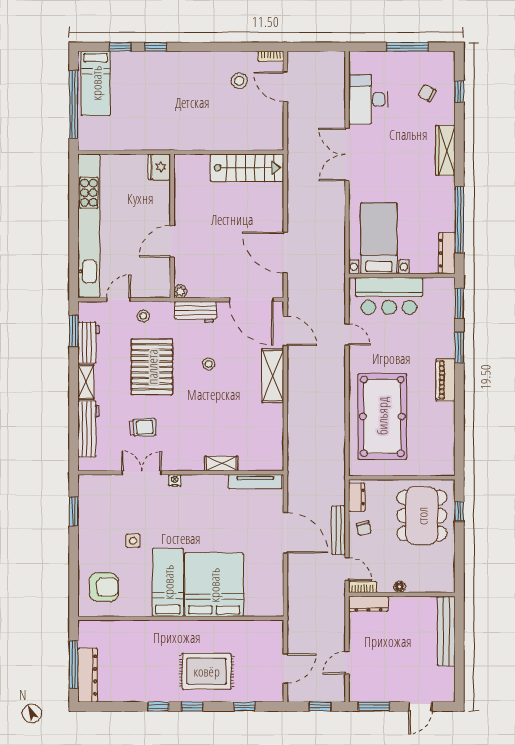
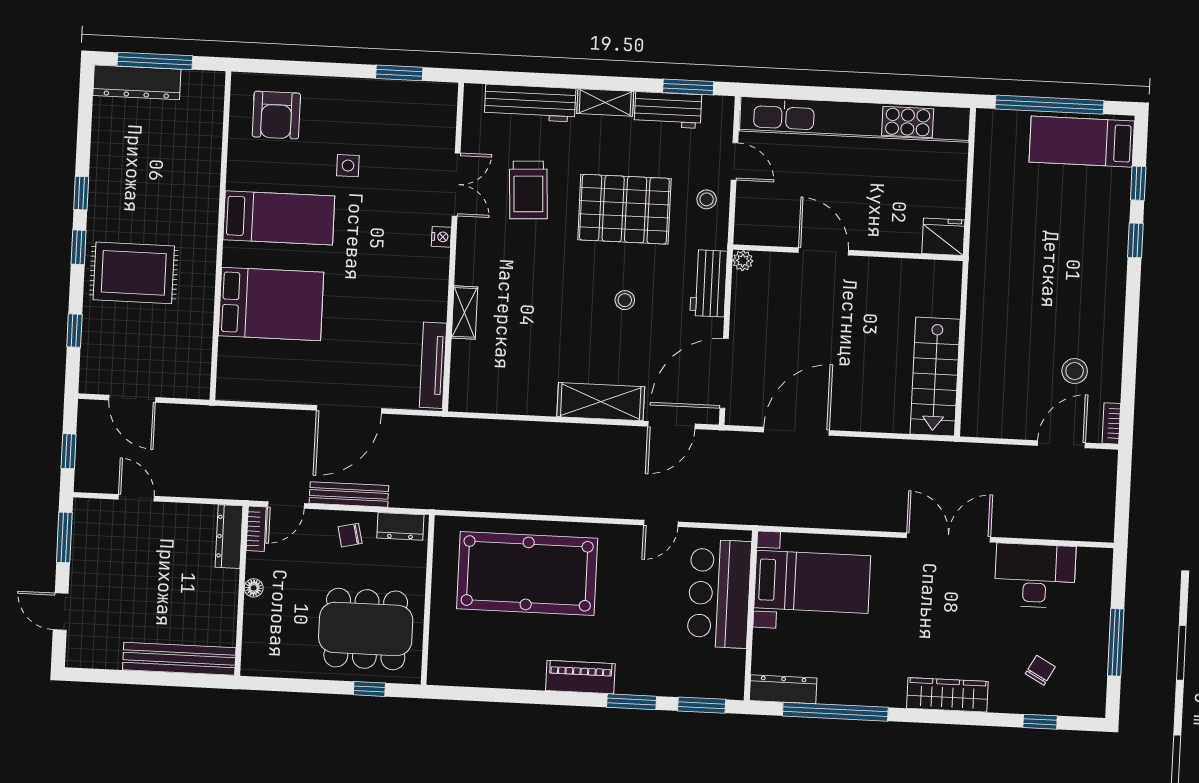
trolley: (143, 427) -> (528, 190), width x1.36, depth x1.39
bed: (214, 585) -> (271, 304), width x0.73
rug: (207, 671) -> (134, 273), turned 90

